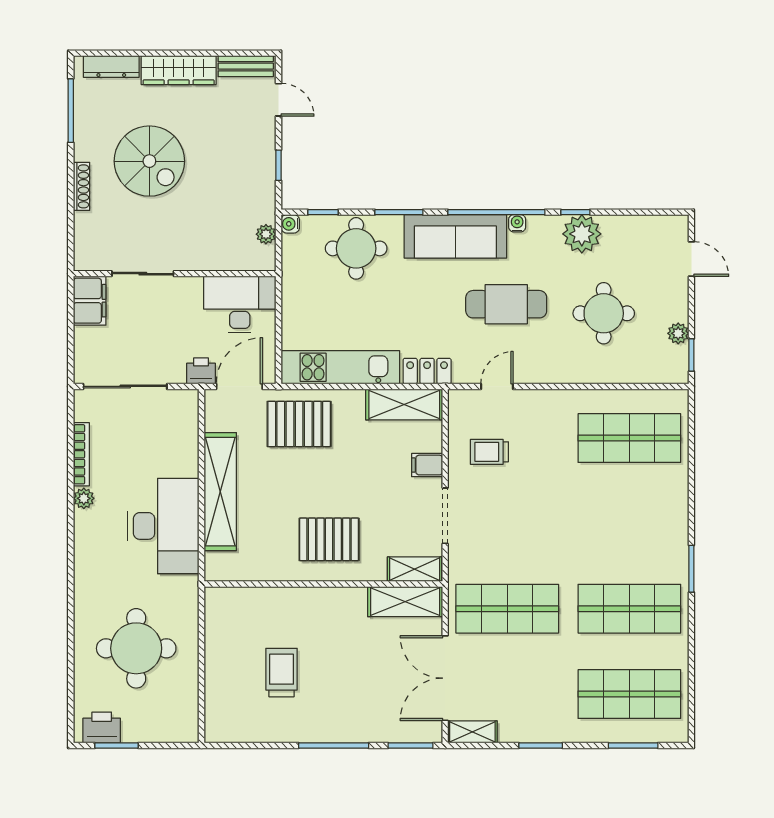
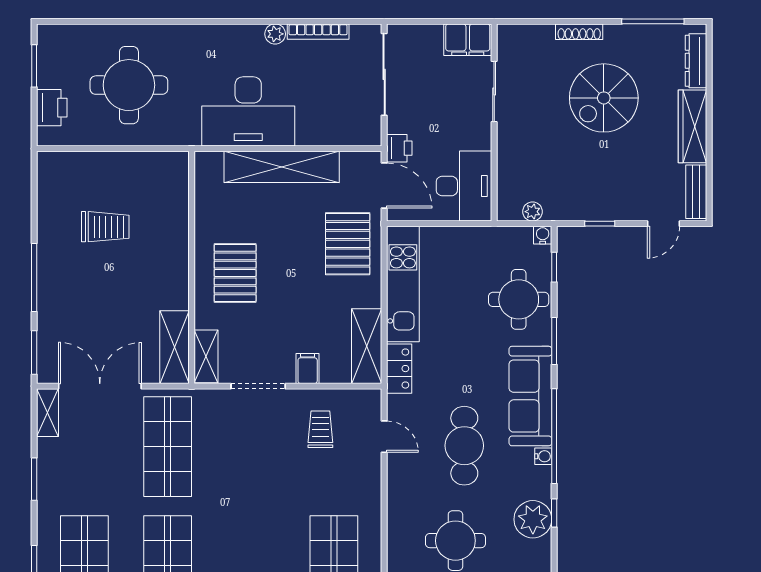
printer: (102, 728) -> (52, 108), moved

